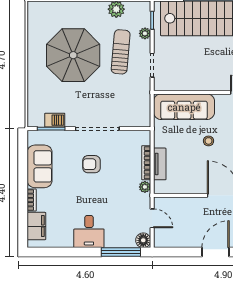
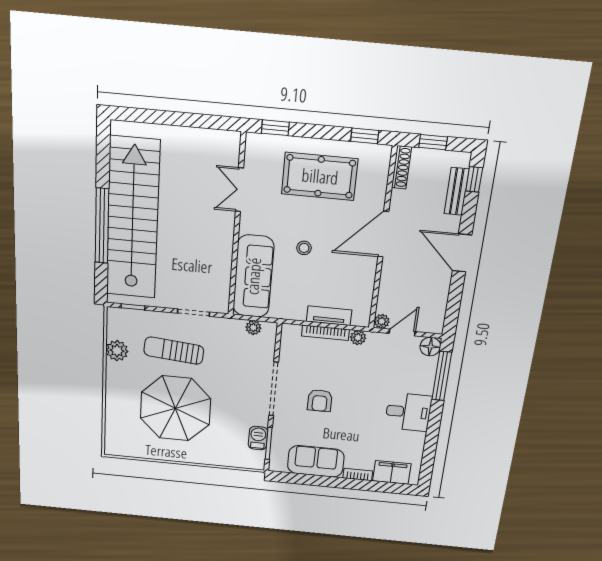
plant: (145, 33) -> (253, 328), moved
plant: (159, 202) -> (382, 321), added

